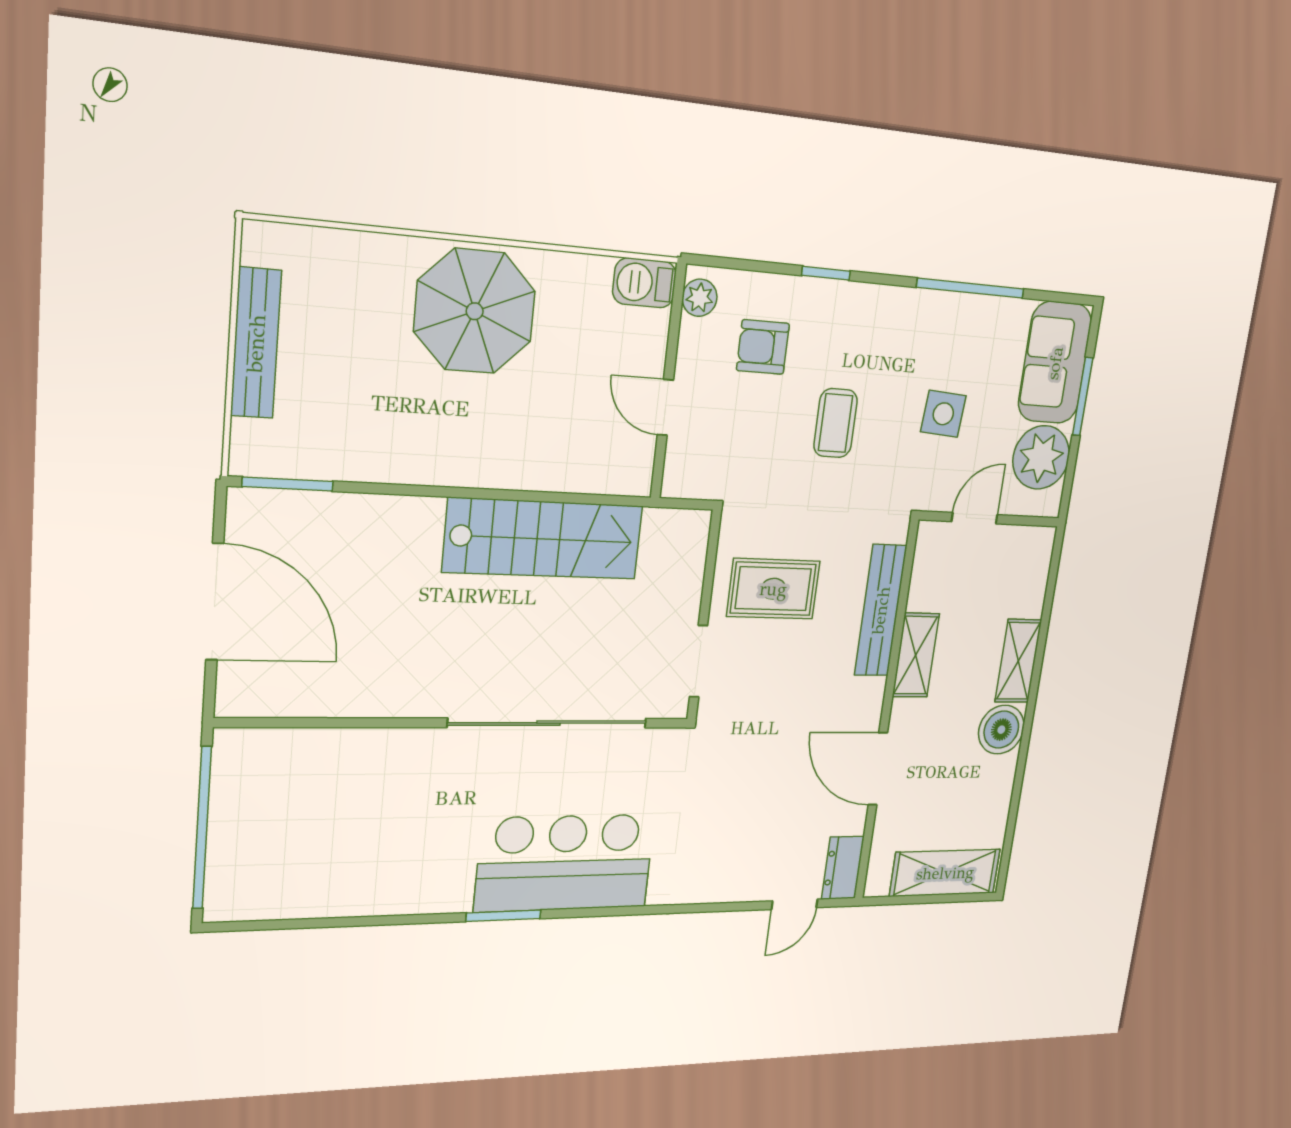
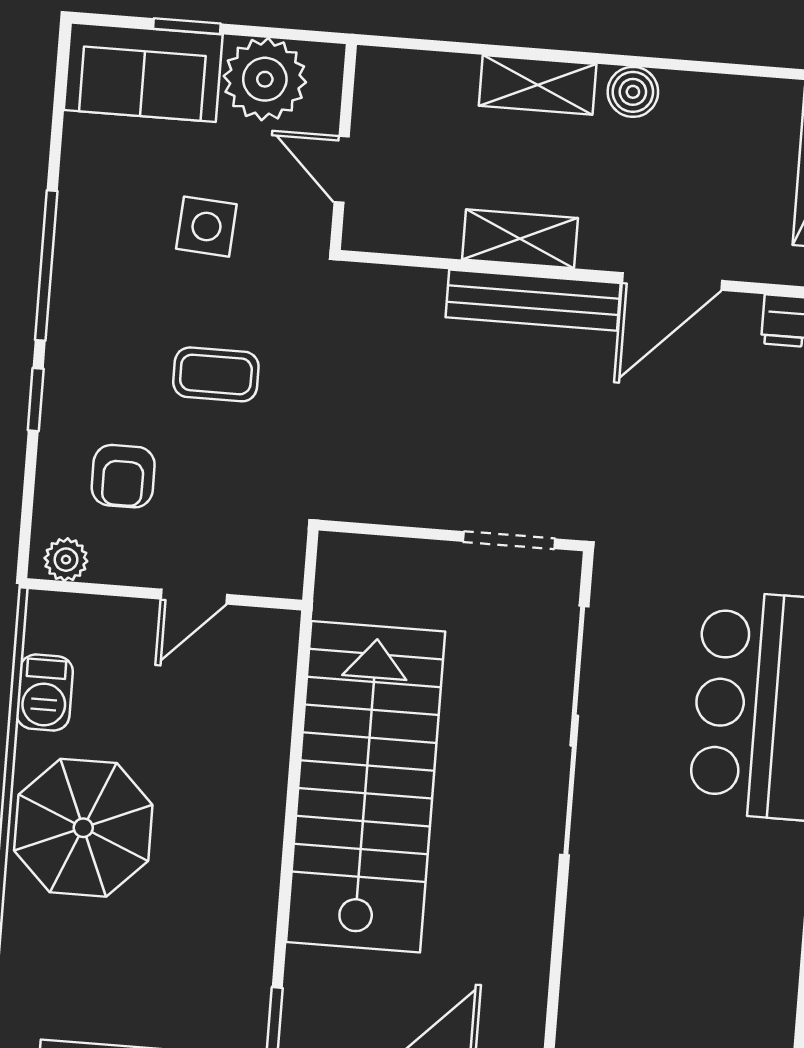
barbecue: (644, 283) -> (45, 693), moved
window: (971, 288) -> (46, 265), moved
window: (1083, 396) -> (187, 26), width x0.67
stairs: (543, 539) -> (366, 787), width x1.36, depth x1.51
rug: (773, 589) -> (421, 445), removed
bench: (881, 610) -> (533, 300), moved
boiler: (1001, 730) -> (633, 92), width x0.73, depth x0.73

